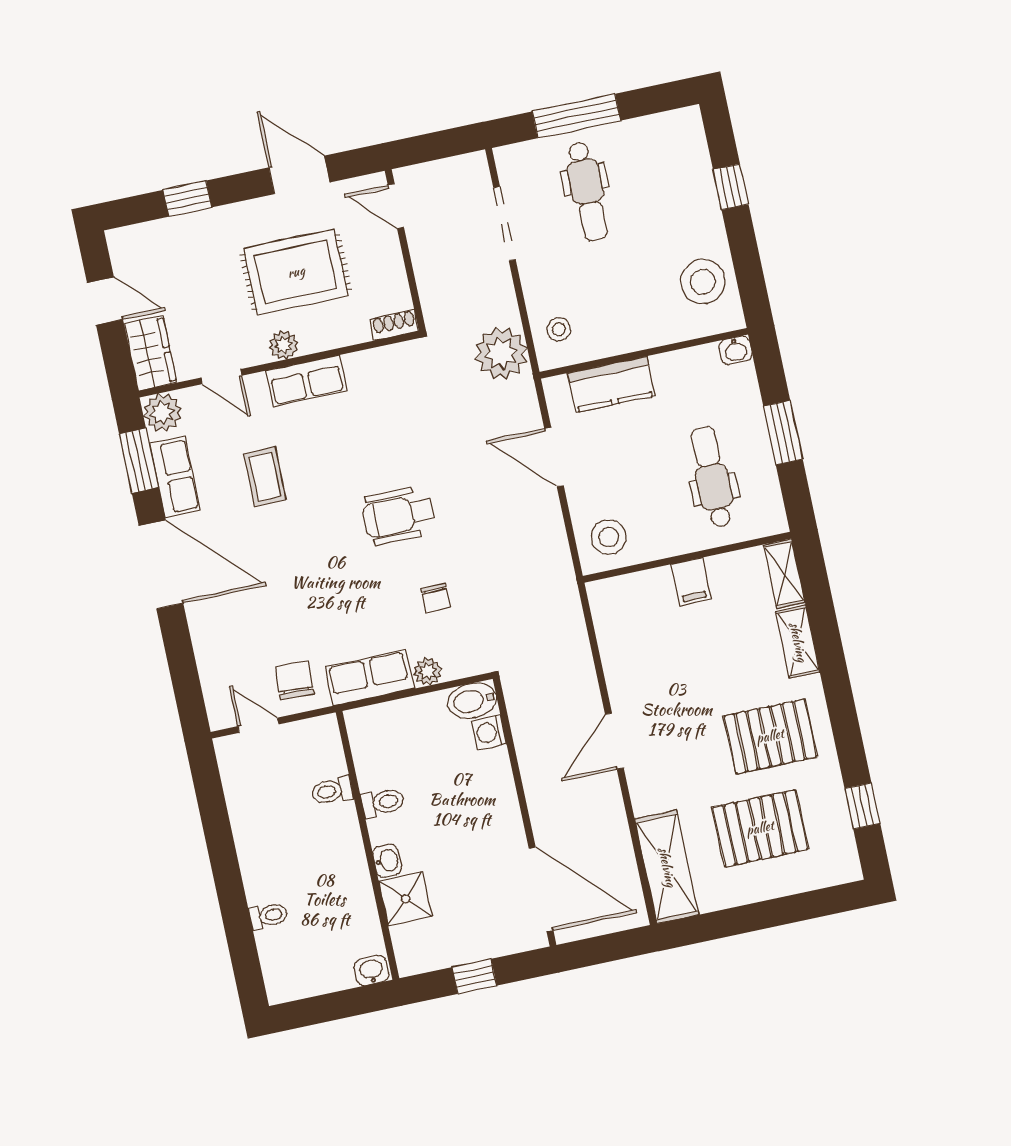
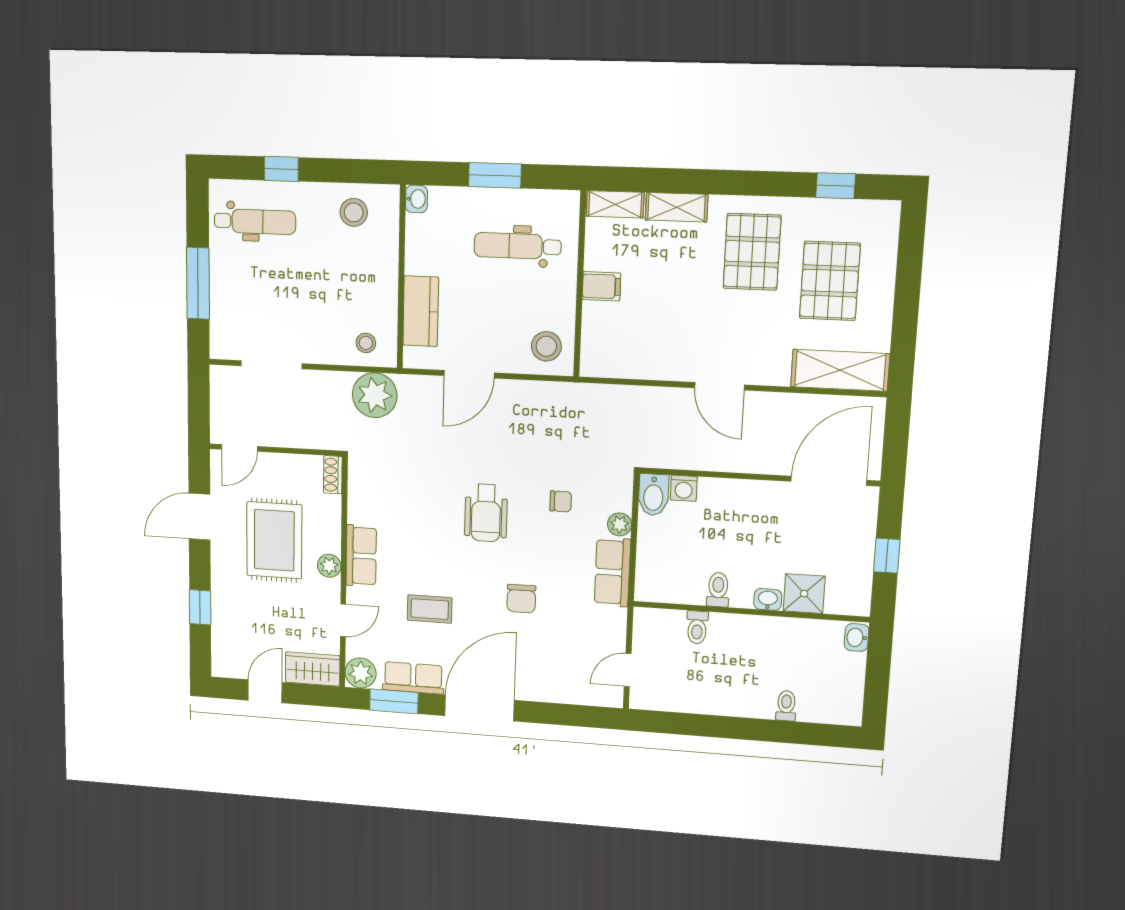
dental chair: (587, 191) -> (255, 222), moved
stool: (703, 282) -> (354, 212), width x0.73, depth x0.73
chair: (295, 680) -> (521, 599), moved, turned -93

